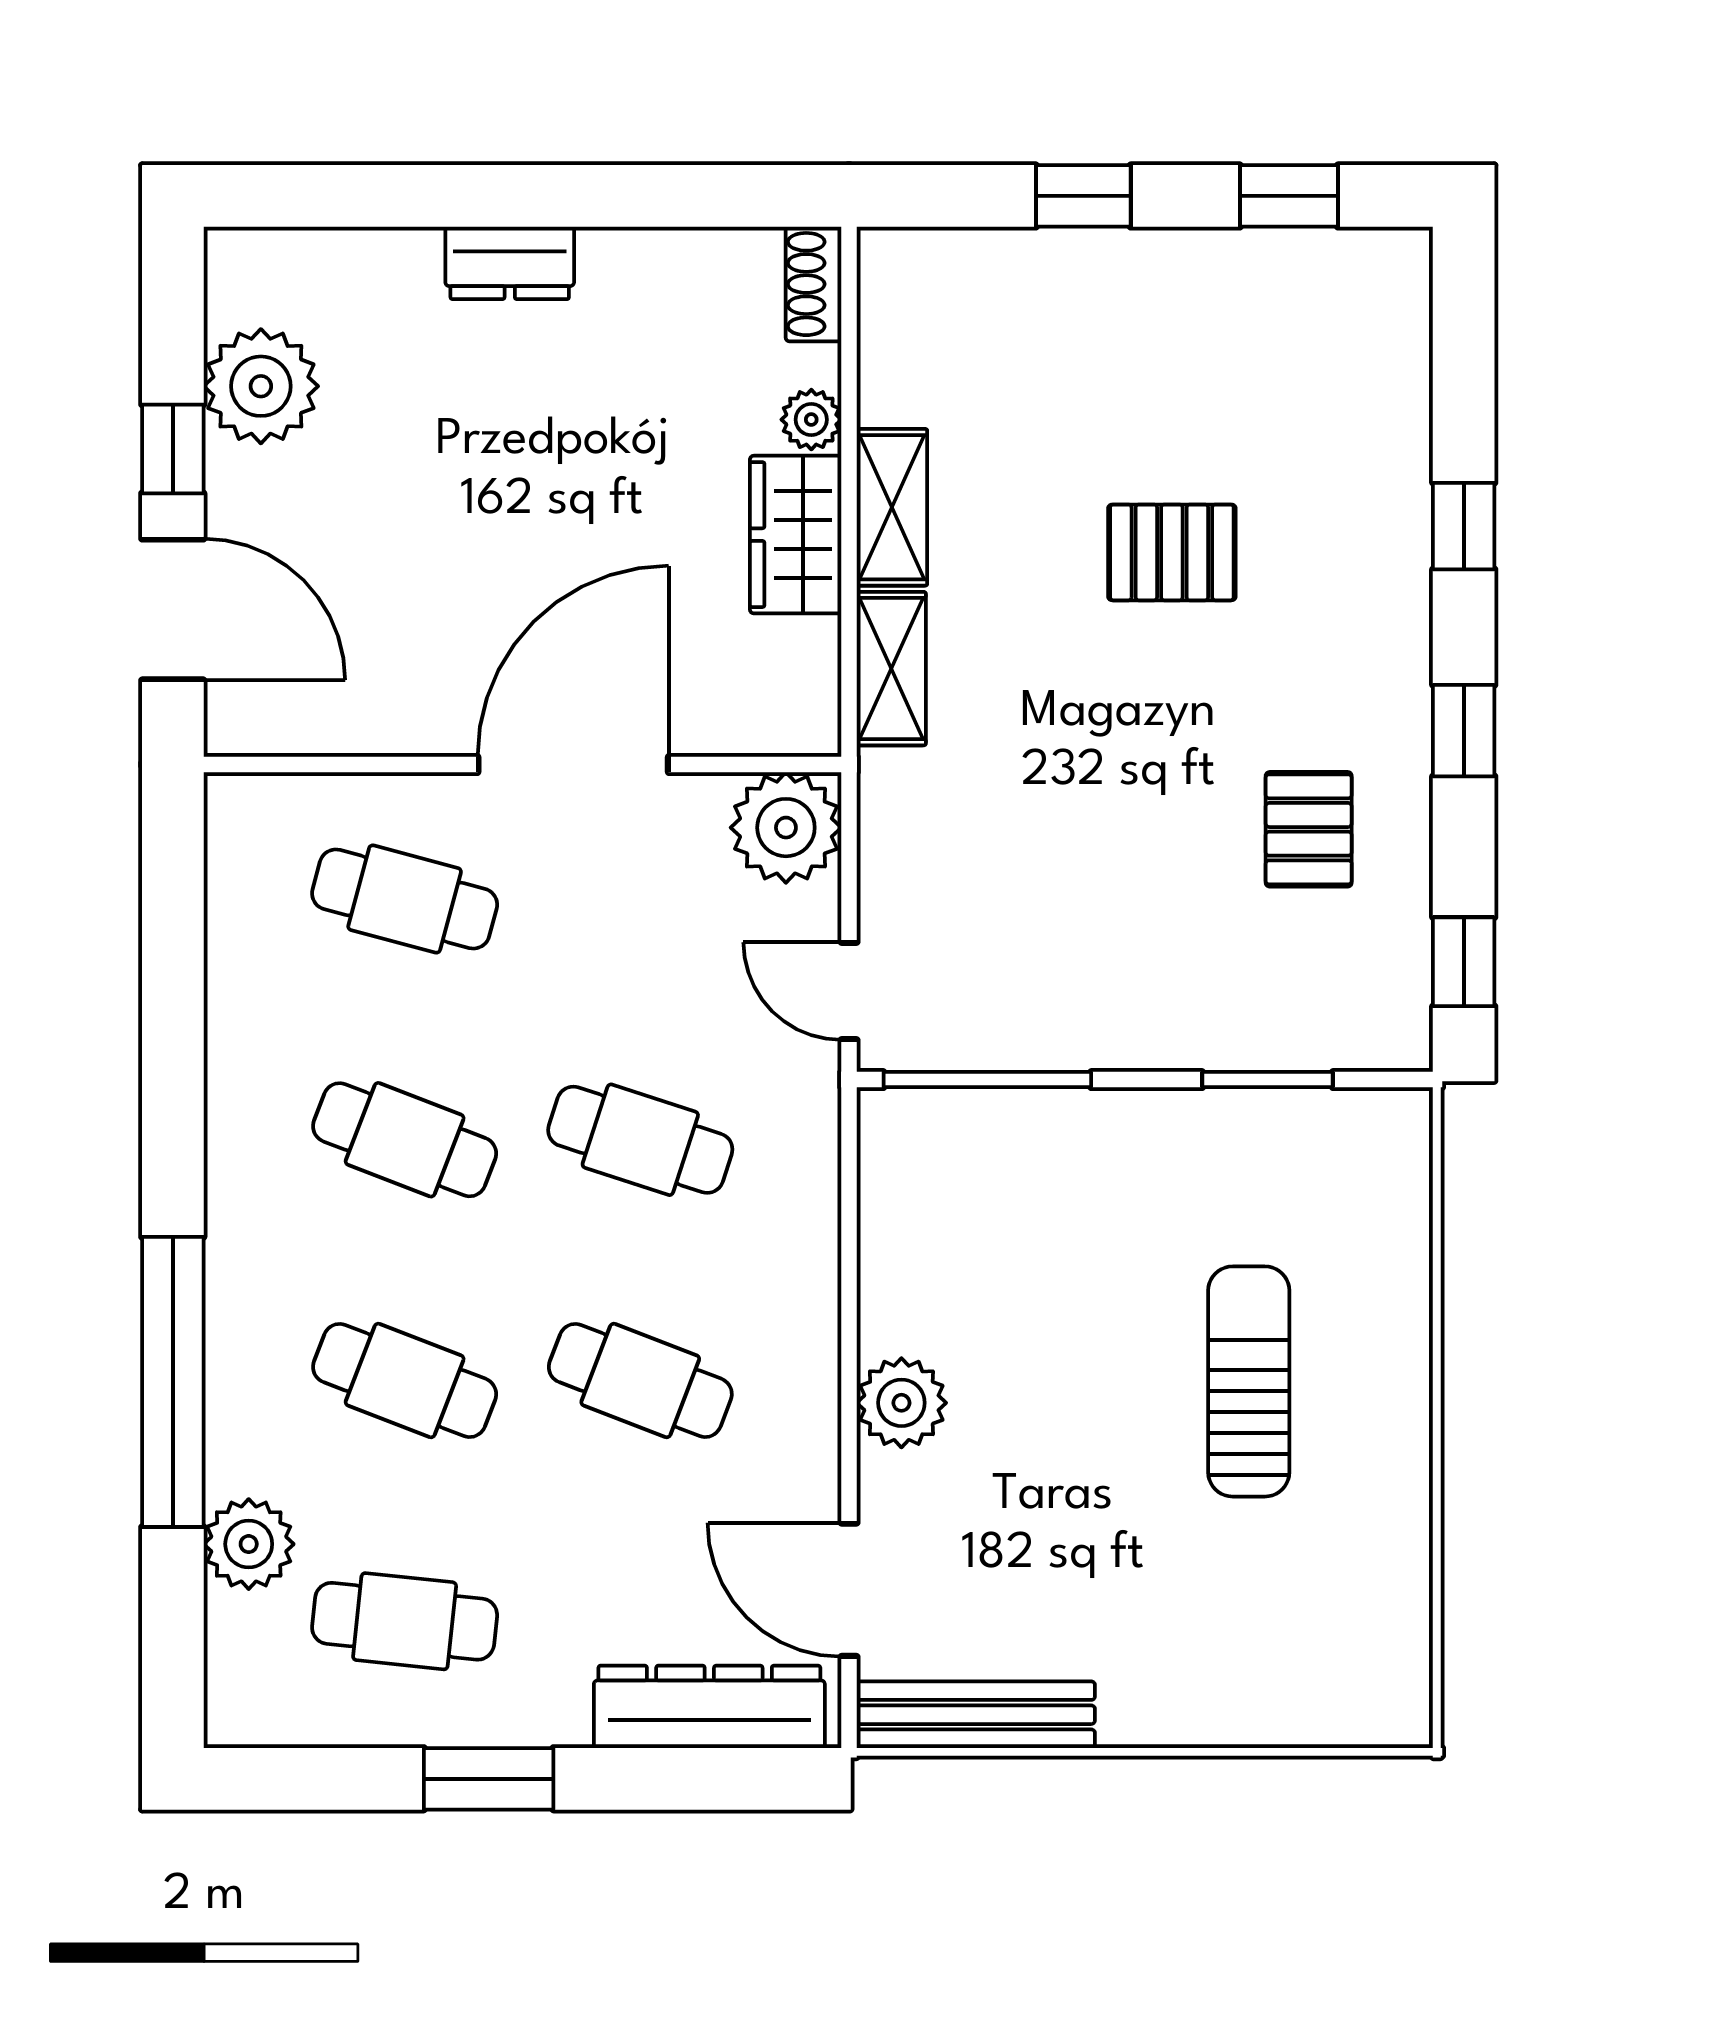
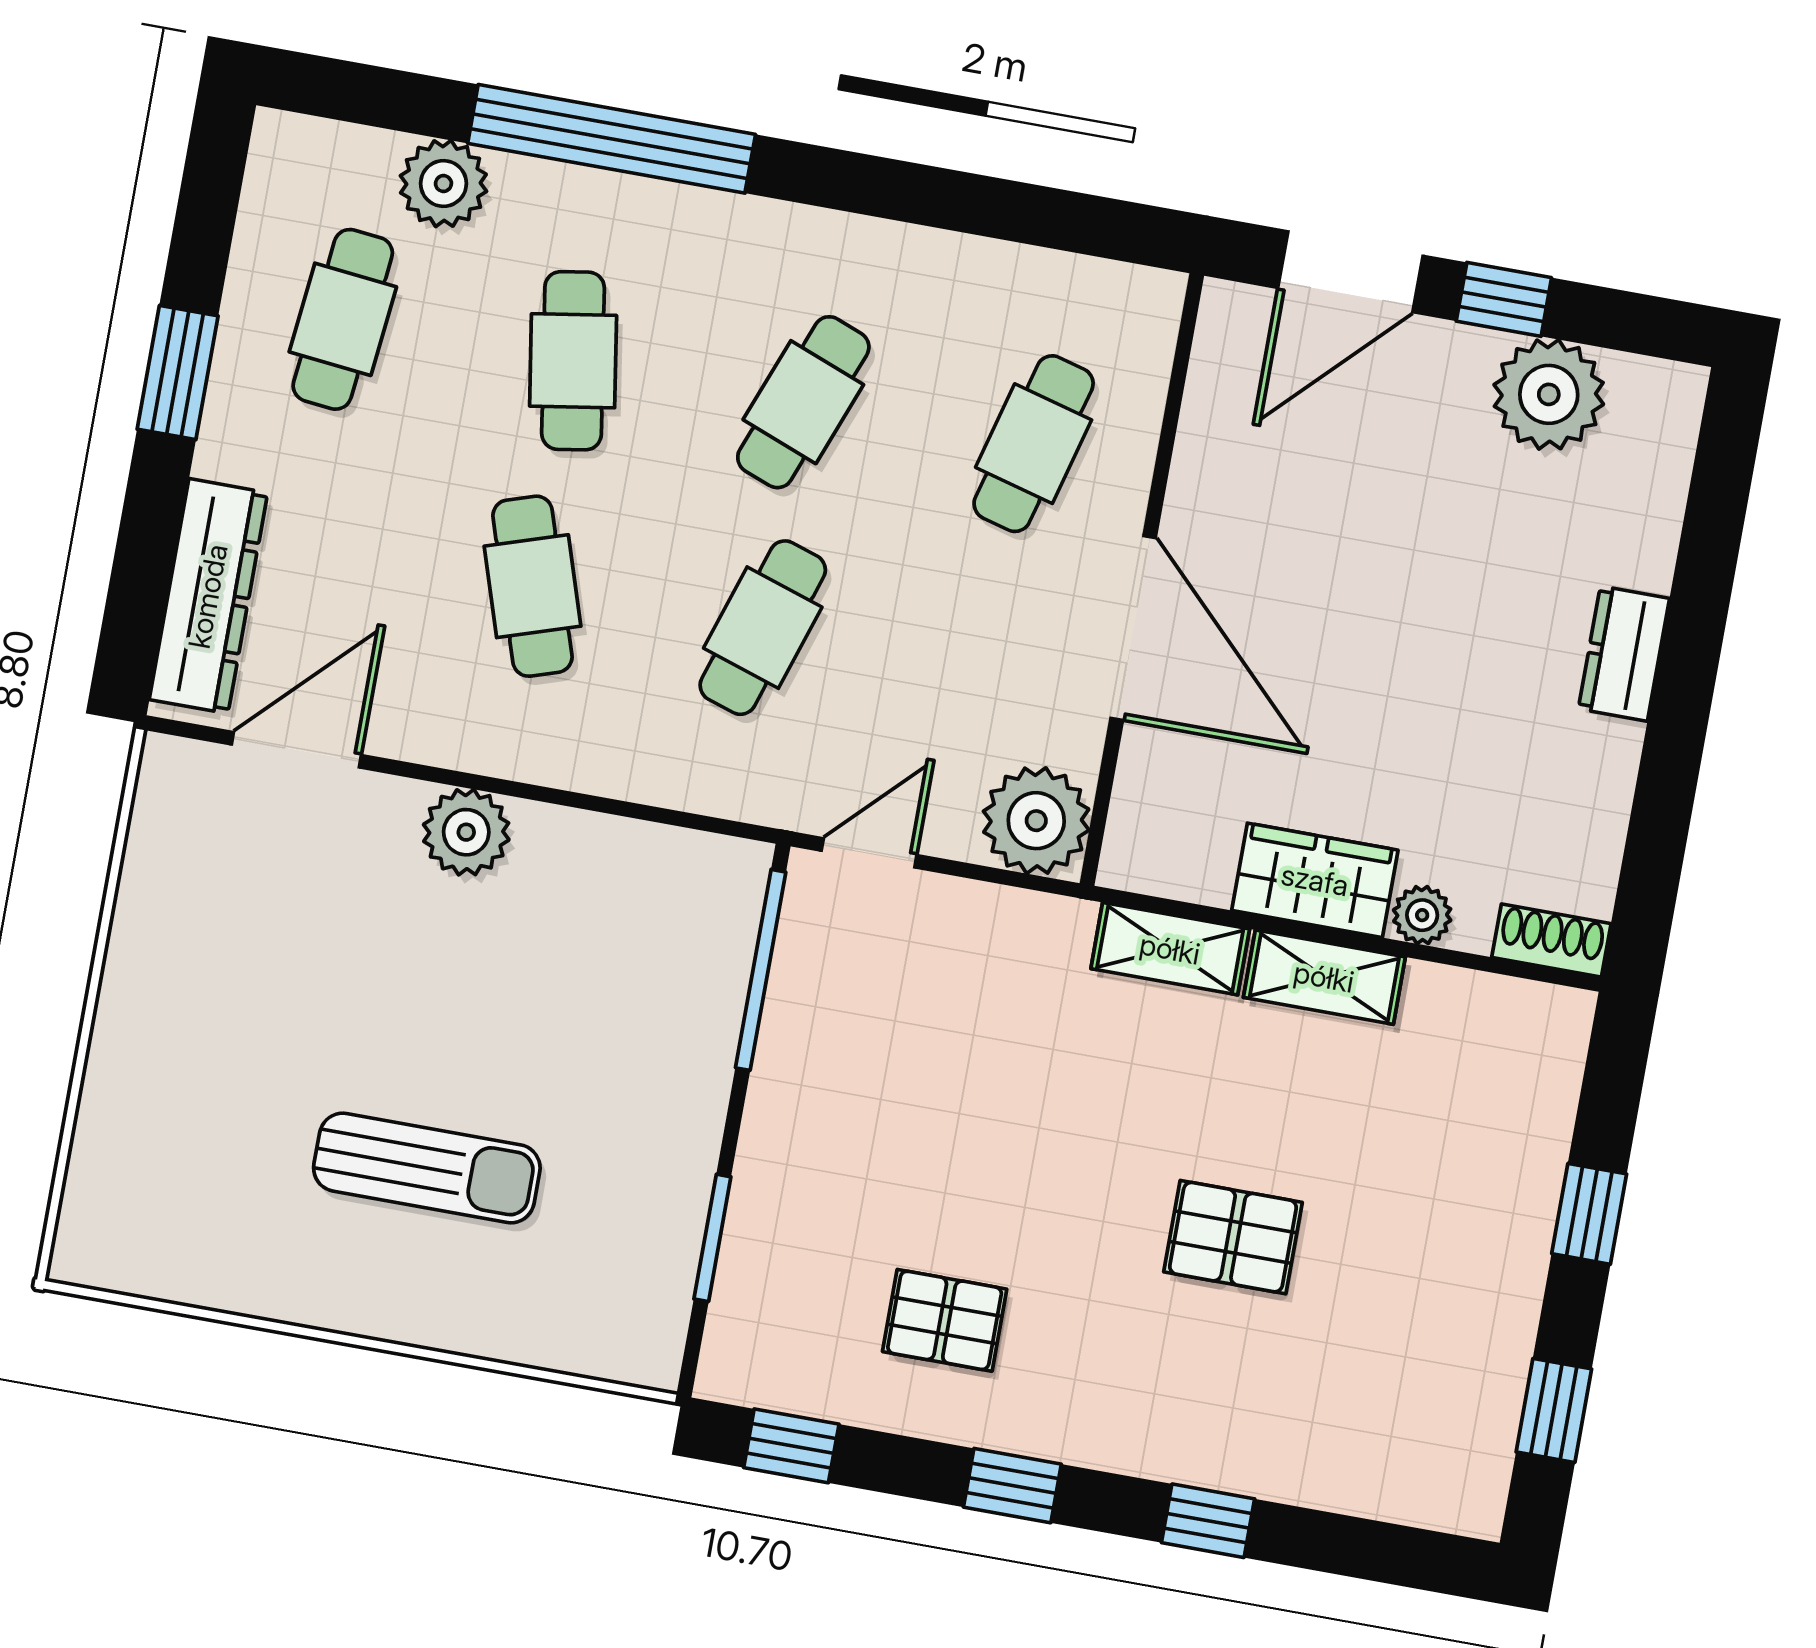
pallet: (1172, 552) -> (1233, 1237), turned 90
cafe table: (405, 1380) -> (573, 361), turned -30
cafe table: (640, 1380) -> (532, 586), turned -39
bench: (976, 1715) -> (155, 850), removed

